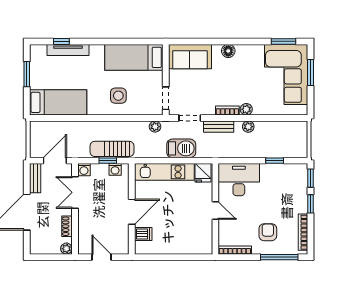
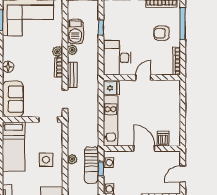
plant: (155, 127) -> (72, 159), moved
barbecue: (181, 148) -> (75, 32), moved, turned 180

